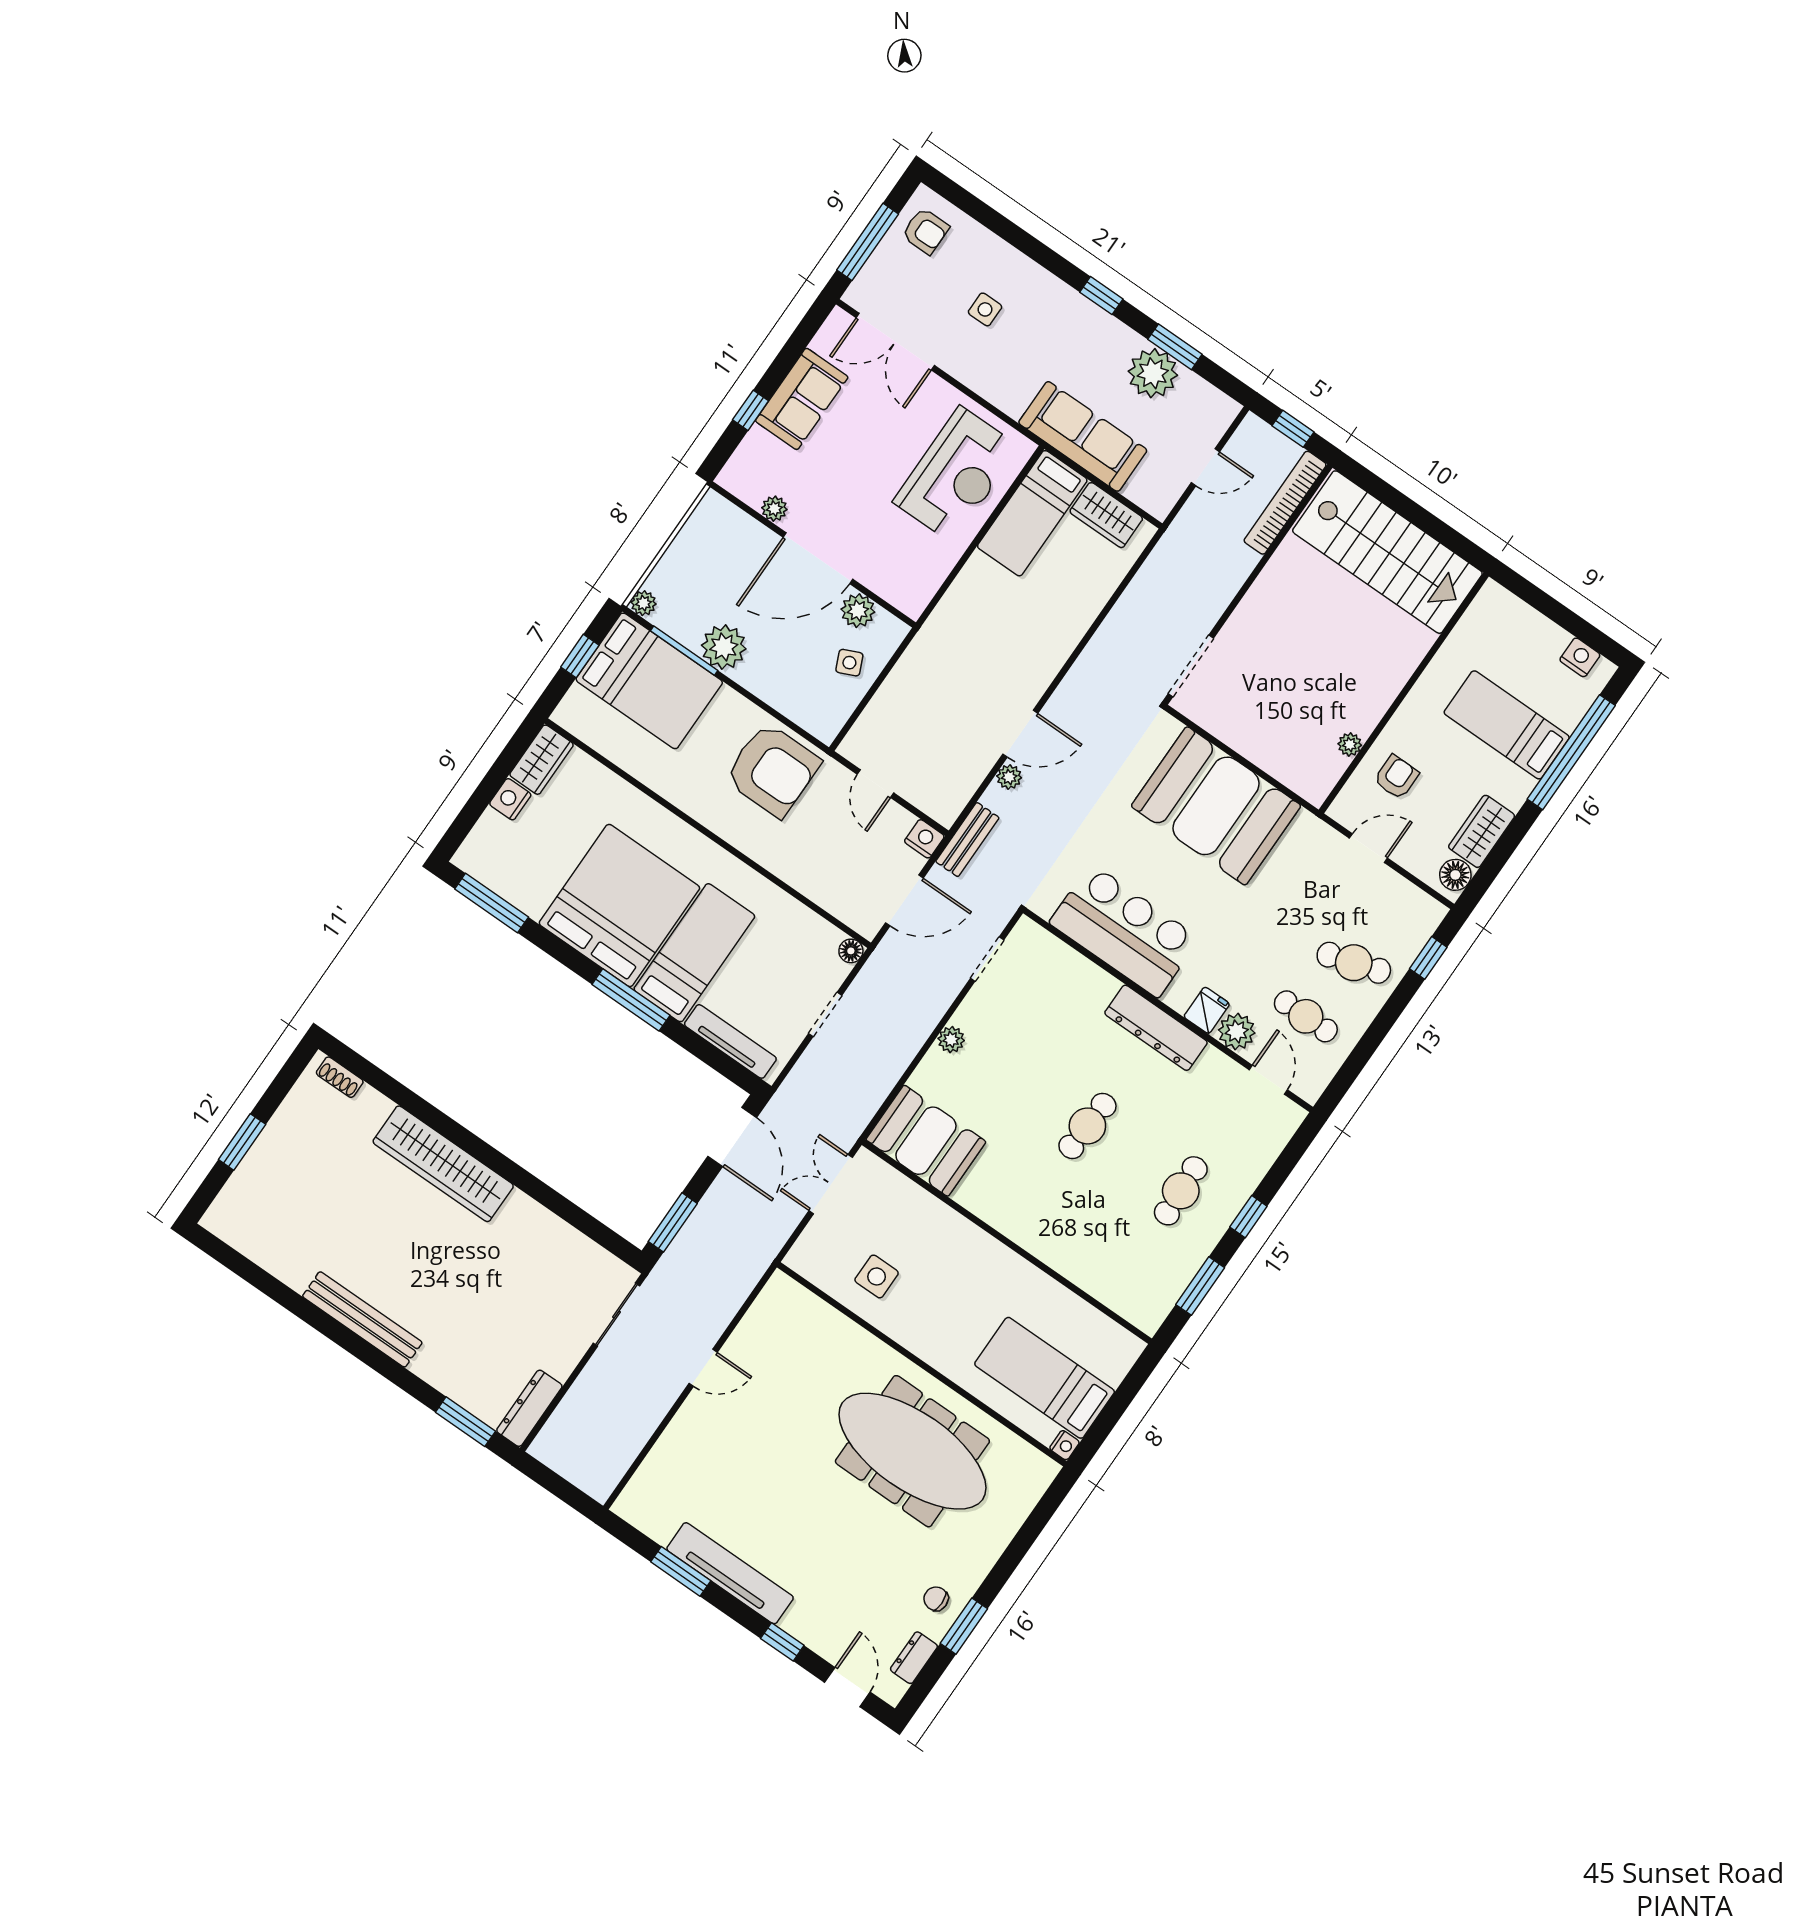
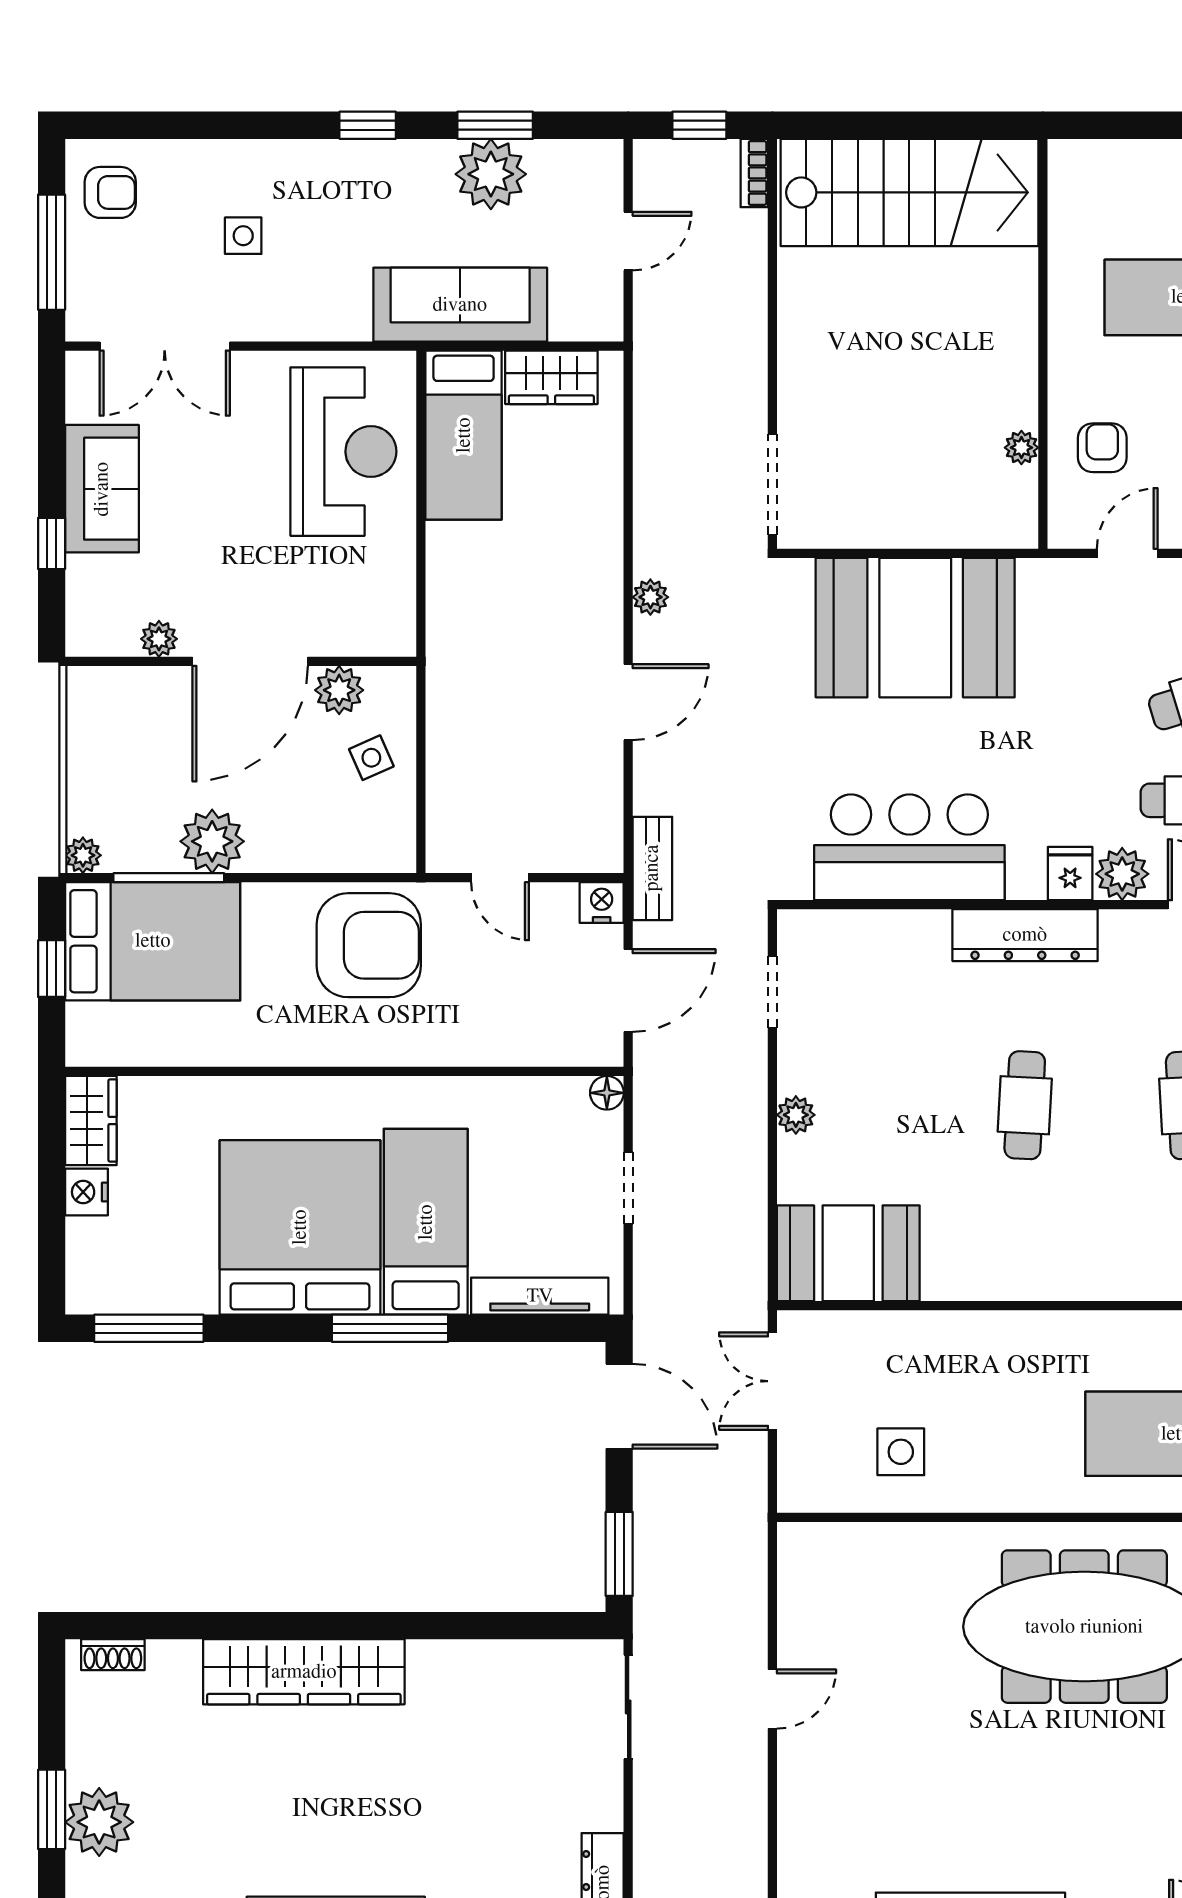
bookcase: (1285, 503) -> (754, 173), width x0.43, depth x0.76
plant: (1009, 777) -> (650, 597), moved
plant: (265, 1168) -> (99, 1822), added

